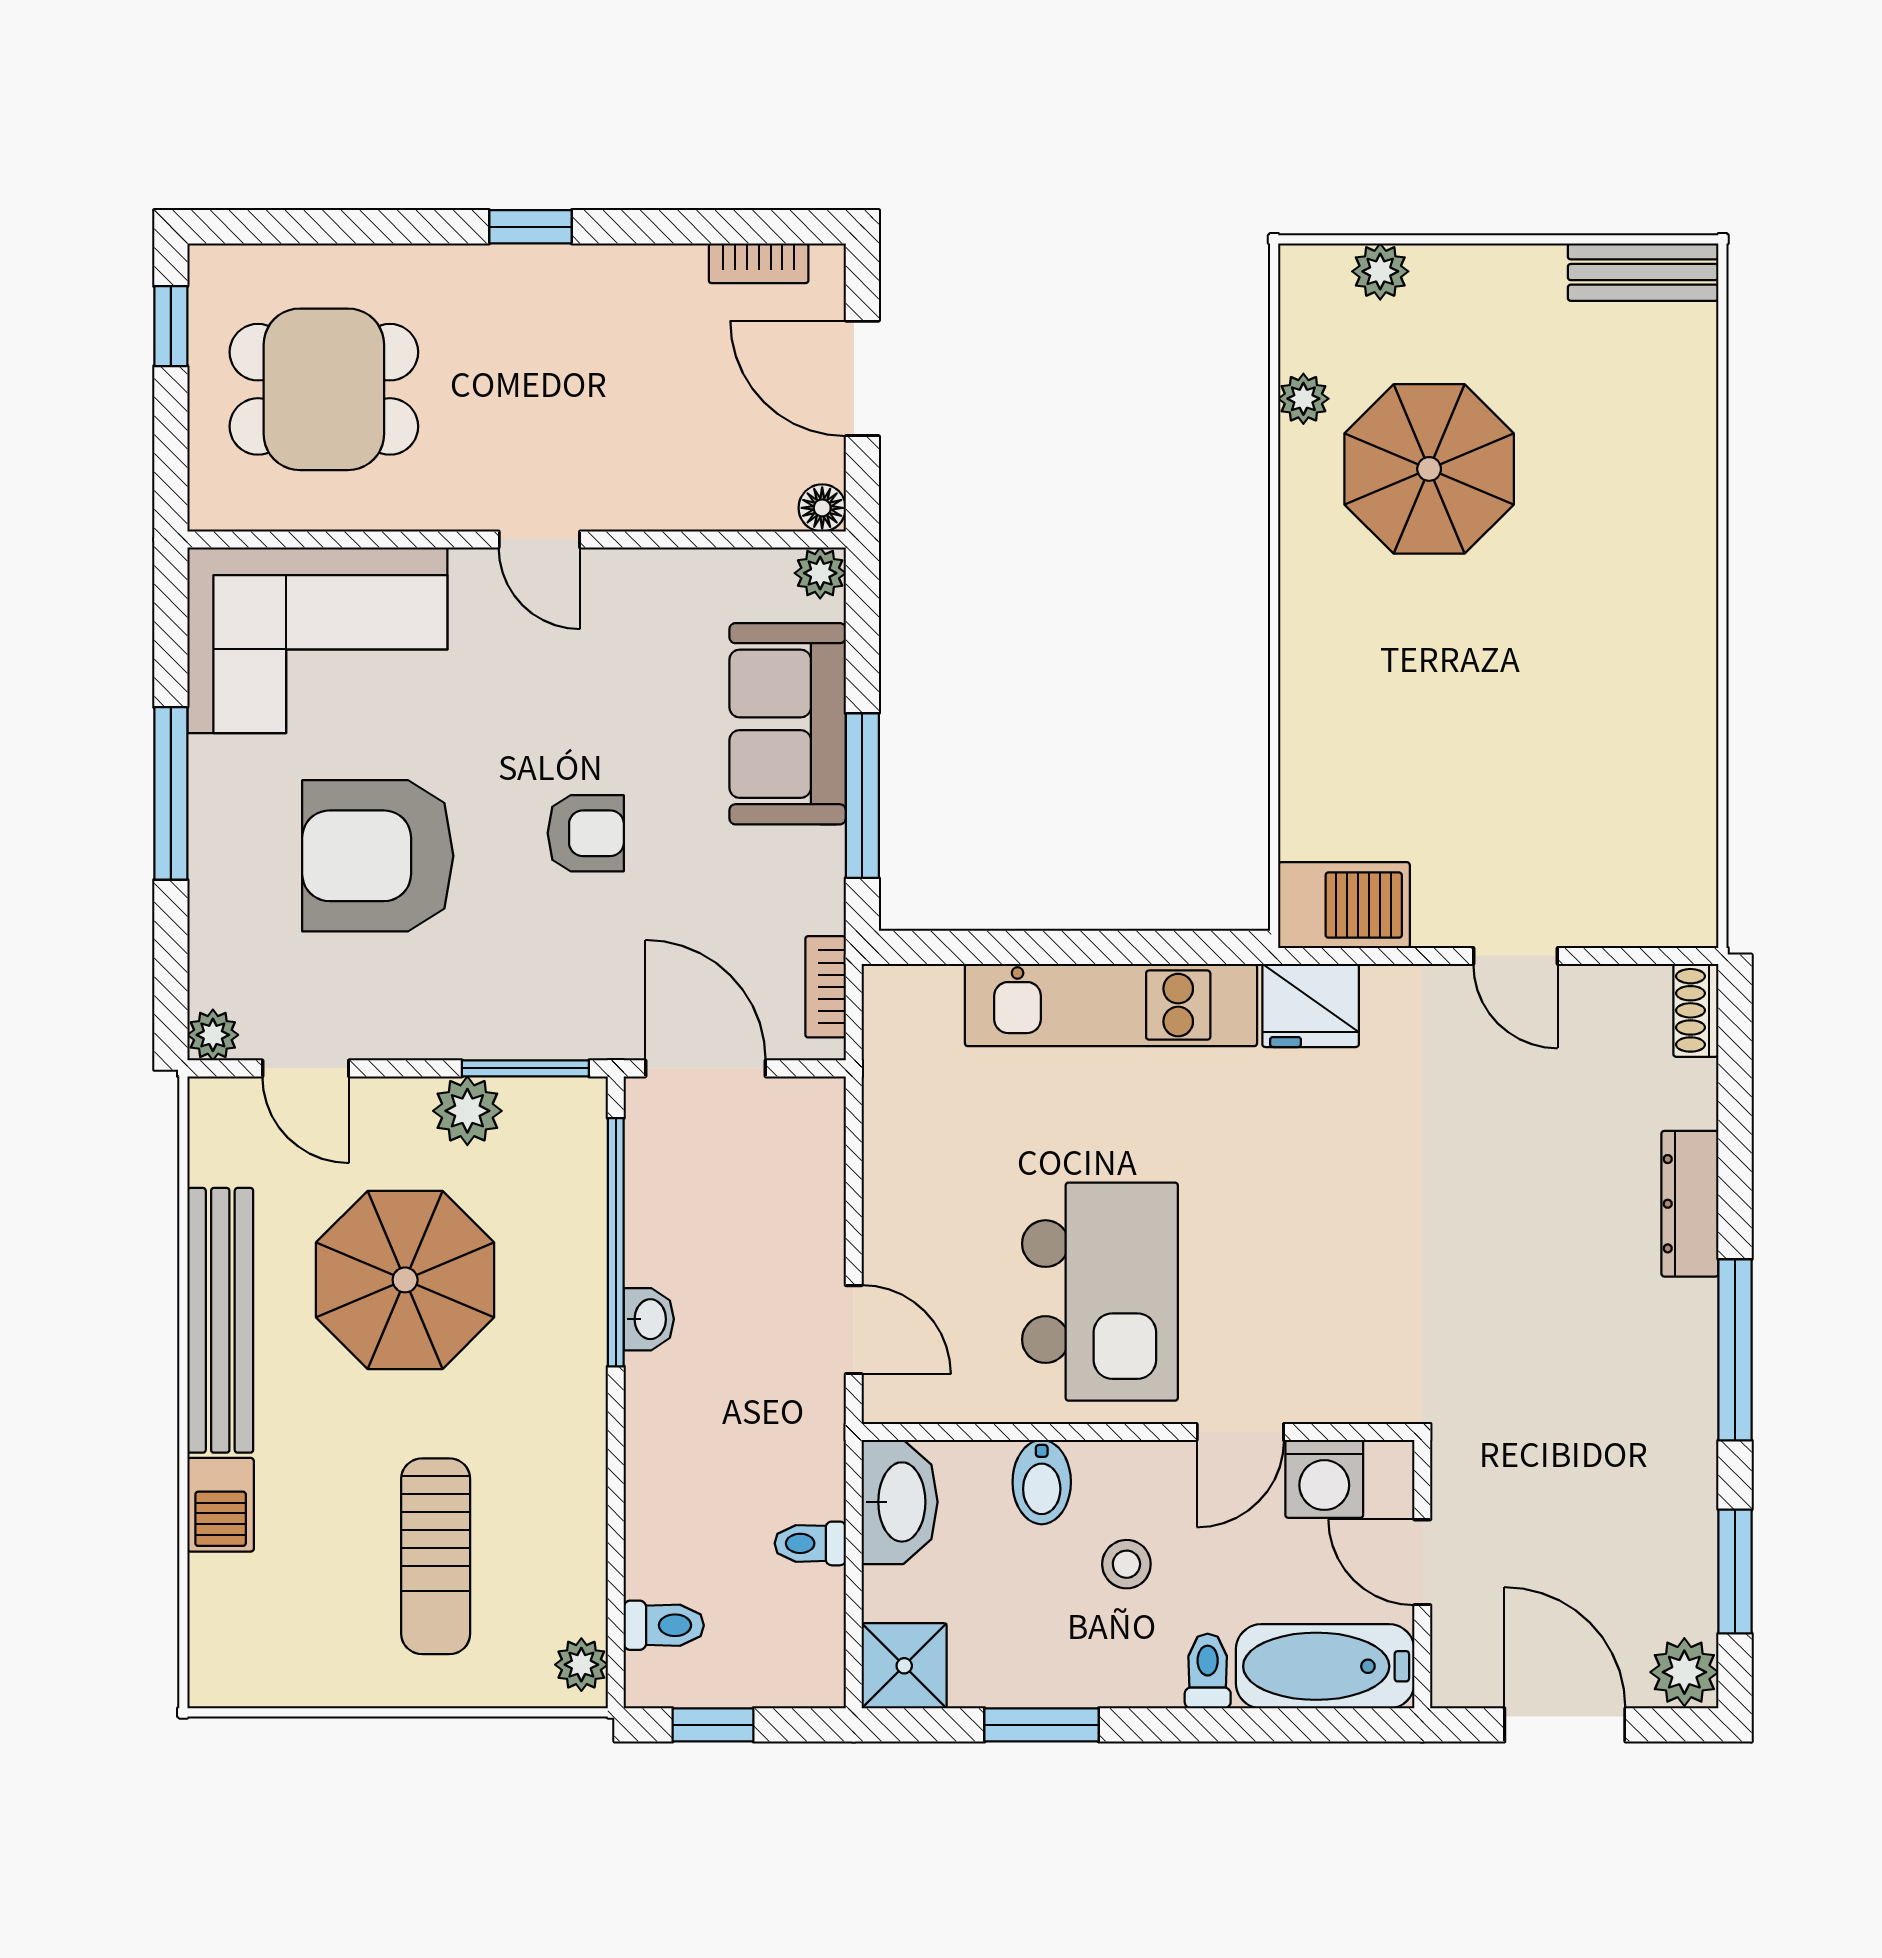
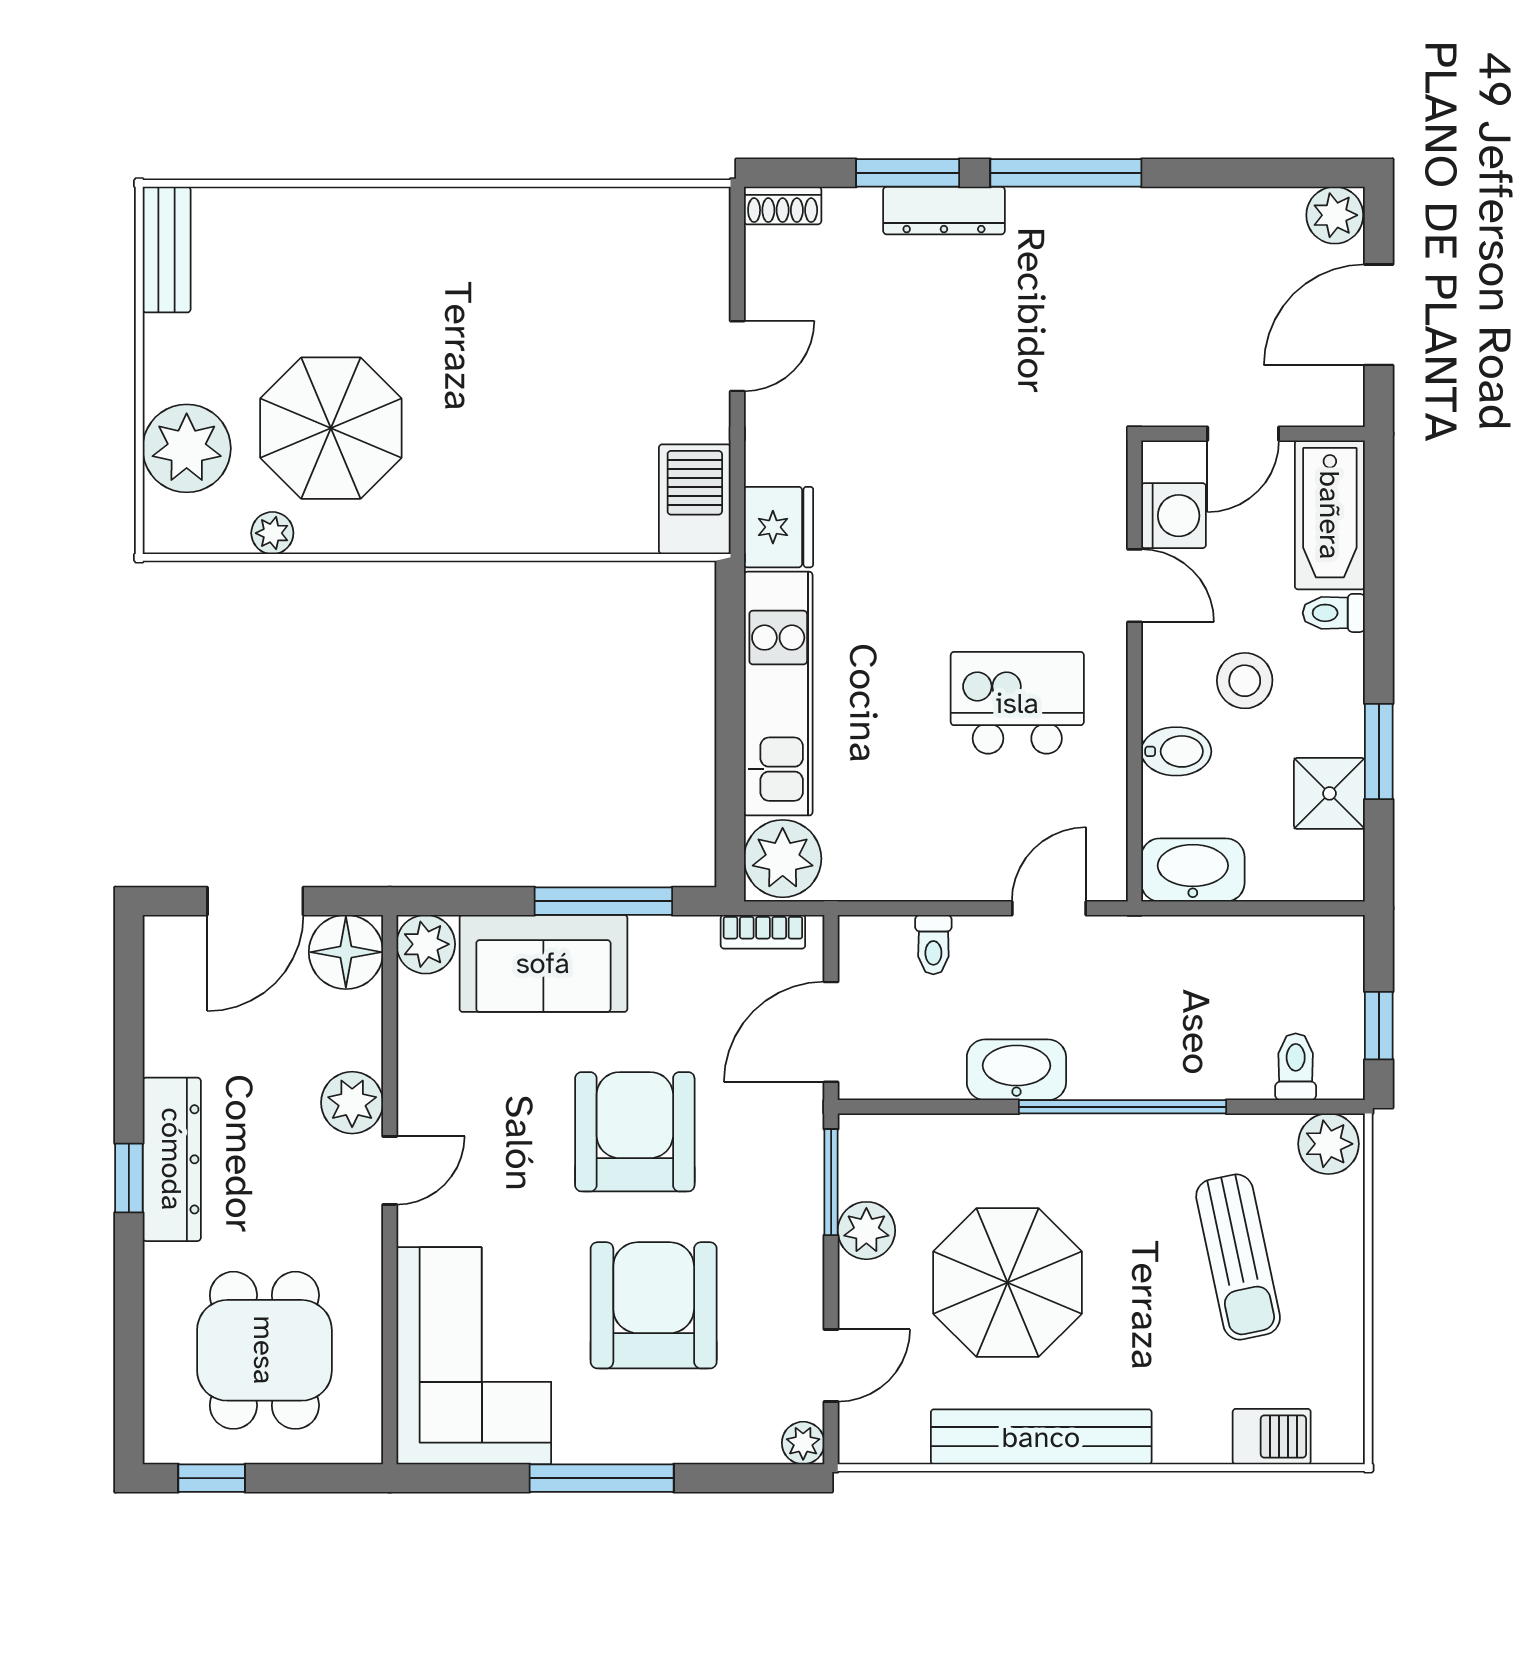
bookcase: (759, 263) -> (159, 988), removed
plant: (1380, 271) -> (187, 448), width x1.87, depth x1.87
dresser: (553, 278) -> (172, 1159), added
plant: (621, 494) -> (352, 1103), added
floor lamp: (822, 508) -> (346, 952), width x1.89, depth x1.89
plant: (820, 573) -> (426, 944), width x1.38, depth x1.38
armchair: (586, 833) -> (635, 1132), width x1.88, depth x1.88
armchair: (378, 856) -> (654, 1305), turned 180
plant: (913, 1010) -> (783, 859), added
window: (616, 1242) -> (1123, 1107), moved
kitchen island: (1100, 1292) -> (1017, 703), width x0.73, depth x0.78
washbasin: (649, 1319) -> (1016, 1070), width x1.91, depth x1.45
barbecue: (221, 1505) -> (1272, 1437), moved
toilet: (810, 1543) -> (933, 945), moved
sun lounger: (436, 1556) -> (1238, 1257), turned 78
stool: (1126, 1564) -> (1245, 681), width x1.37, depth x1.37
window: (1735, 1571) -> (908, 173), moved
plant: (581, 1665) -> (1328, 1144), width x1.38, depth x1.38
shower: (904, 1666) -> (1329, 793), moved

